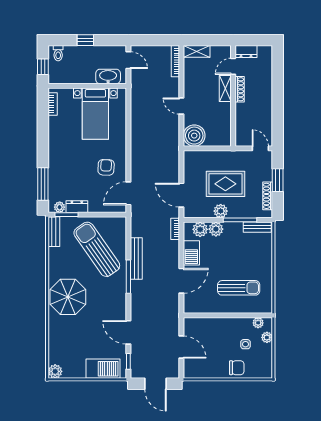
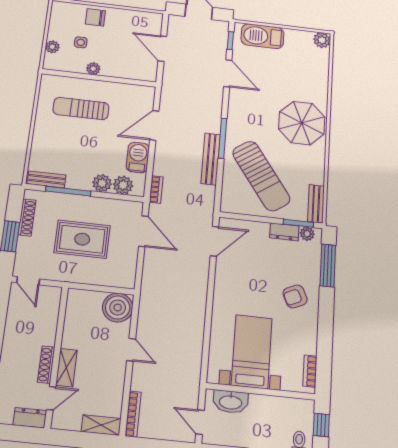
armchair: (106, 167) -> (295, 296), moved, turned 62
plant: (221, 211) -> (93, 205), removed
plant: (258, 323) -> (93, 69), moved

